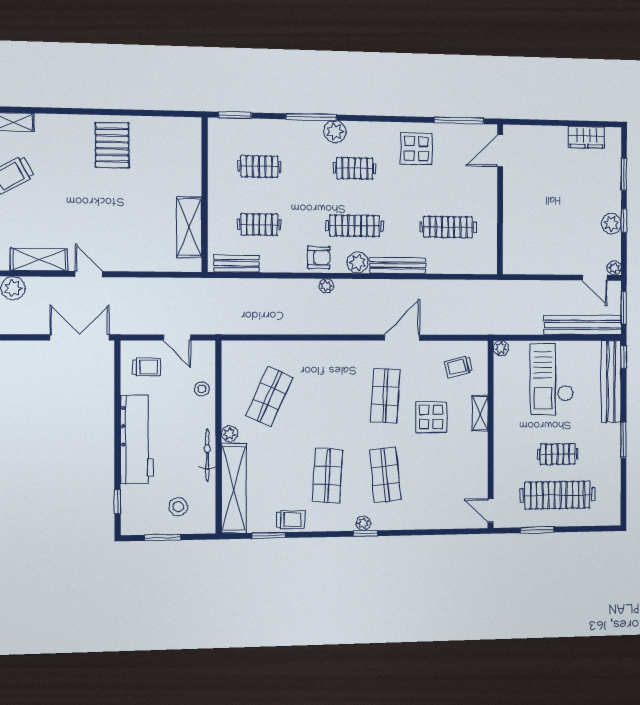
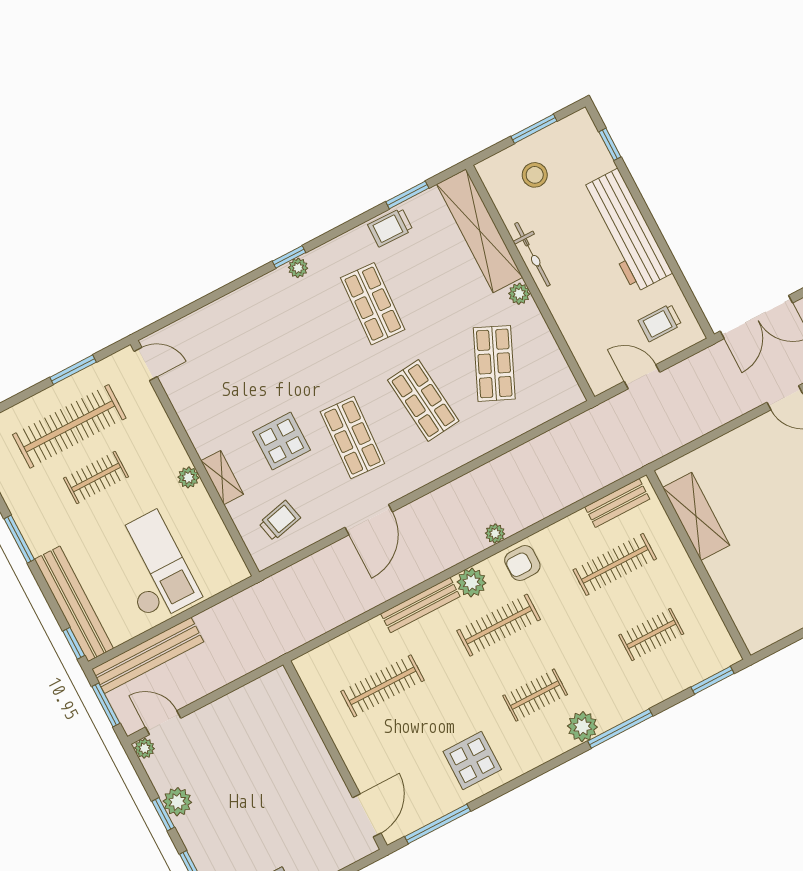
clothes rail: (259, 225) -> (615, 564), width x1.36
plant: (501, 348) -> (188, 477), moved
stool: (202, 389) -> (580, 331), removed
shop shelf: (385, 475) -> (423, 400), moved

